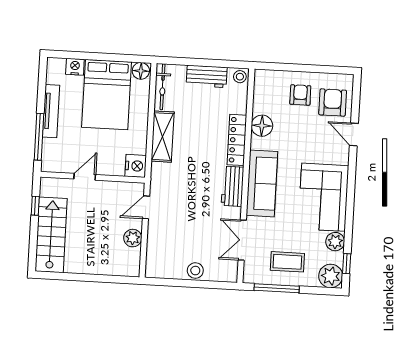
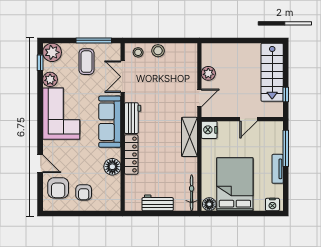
nightstand: (75, 67) -> (272, 205), moved
stool: (240, 77) -> (138, 52), moved
tv unit: (51, 111) -> (278, 169), width x0.71
shelving: (163, 137) -> (189, 137), moved
double door: (242, 240) -> (123, 77), swing flipped
coffee table: (287, 262) -> (87, 62), turned 90

